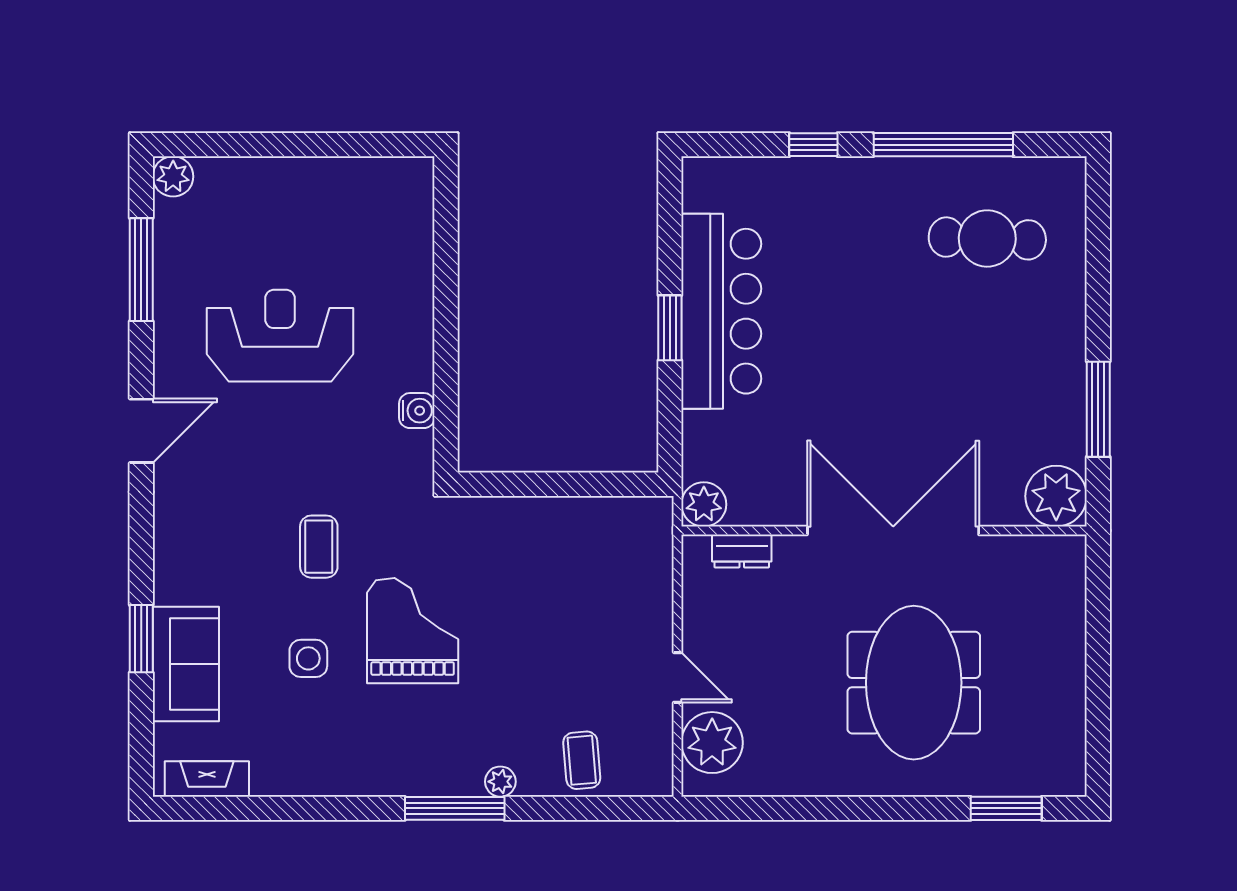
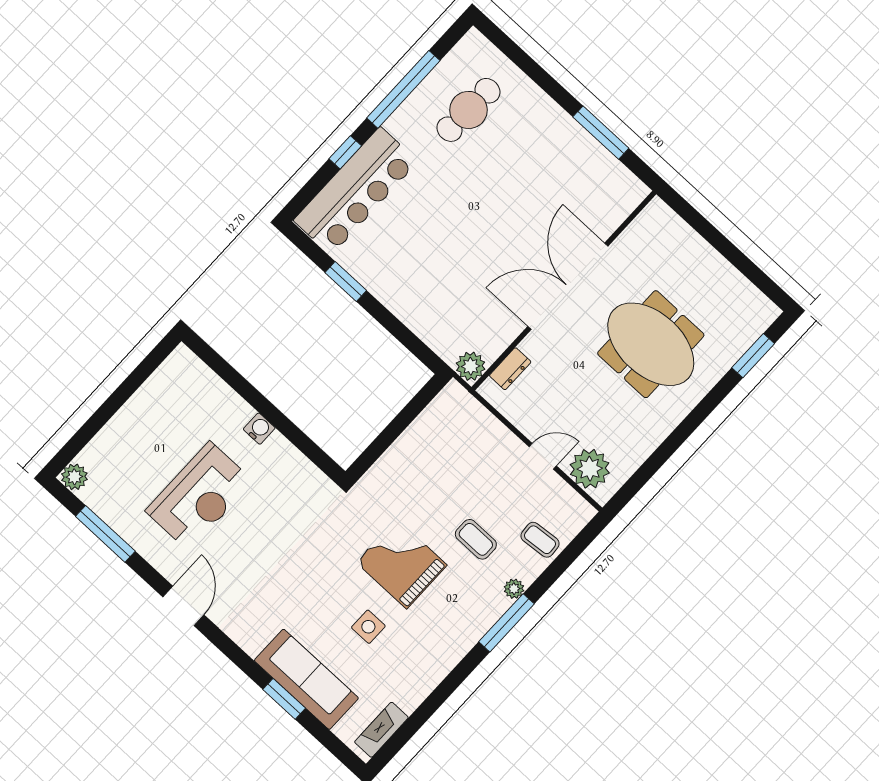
bar counter: (721, 311) -> (356, 191), moved, turned 90
window: (670, 328) -> (346, 281), moved
reception desk: (280, 336) -> (199, 496), turned 180
water cooler: (417, 411) -> (259, 429), moved
plant: (1056, 496) -> (624, 192), removed
coffee table: (319, 547) -> (476, 539), moved
sofa: (186, 664) -> (306, 679), width x1.36

